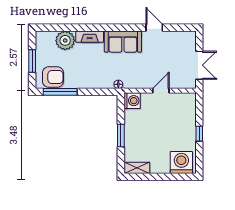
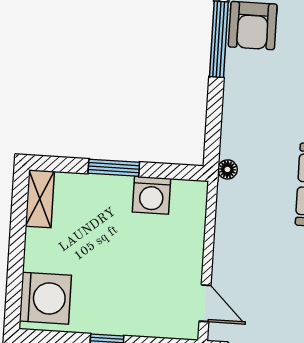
door: (161, 91) -> (205, 303), moved
washing machine: (132, 101) -> (151, 195), moved

